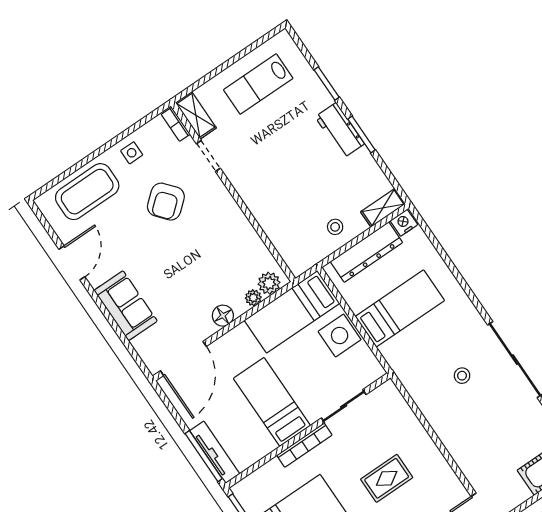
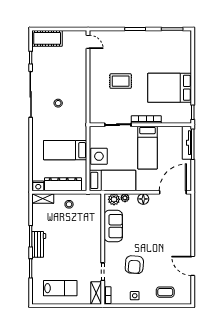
coffee table: (87, 192) -> (165, 292), width x0.54, depth x0.58
armchair: (166, 202) -> (134, 265), turned 134
door: (72, 263) -> (193, 266), hinge flipped
sofa: (126, 306) -> (113, 226), moved, turned 180

